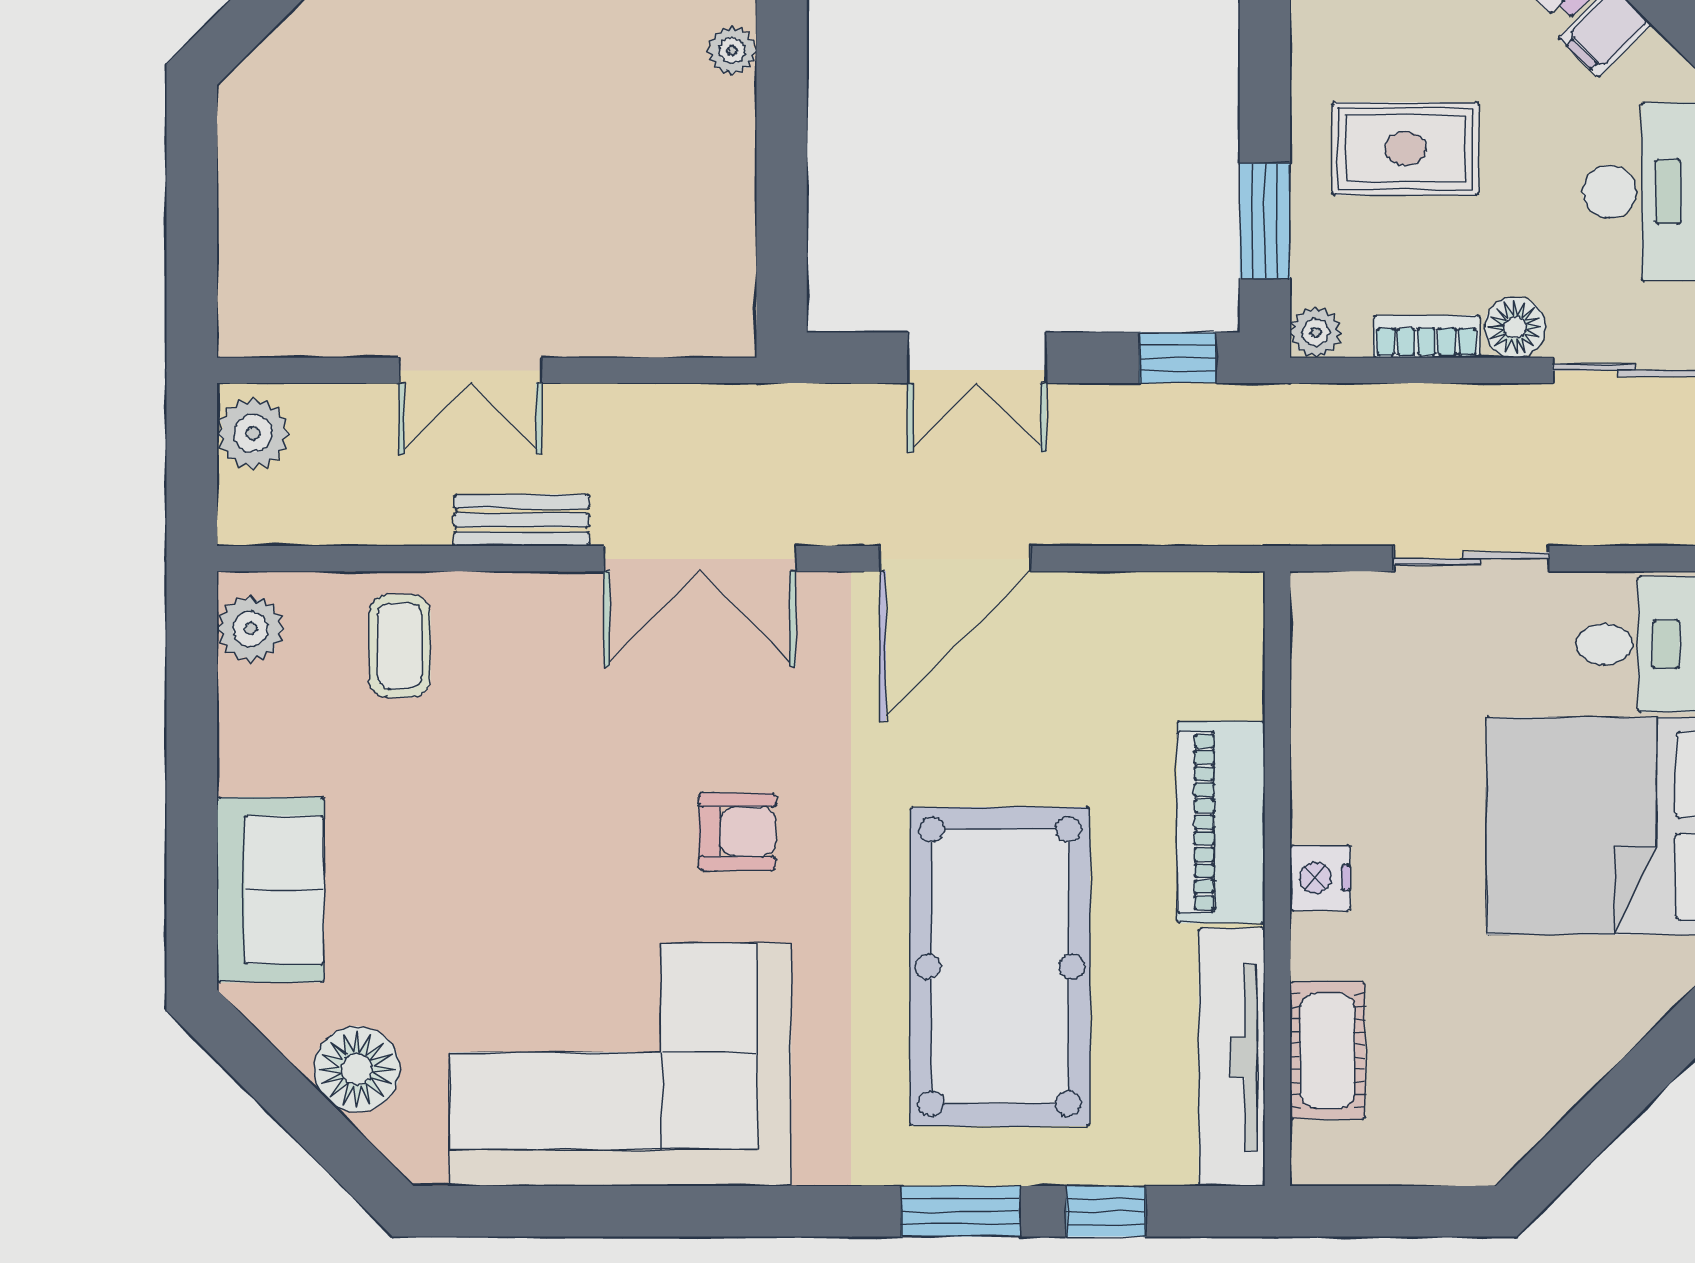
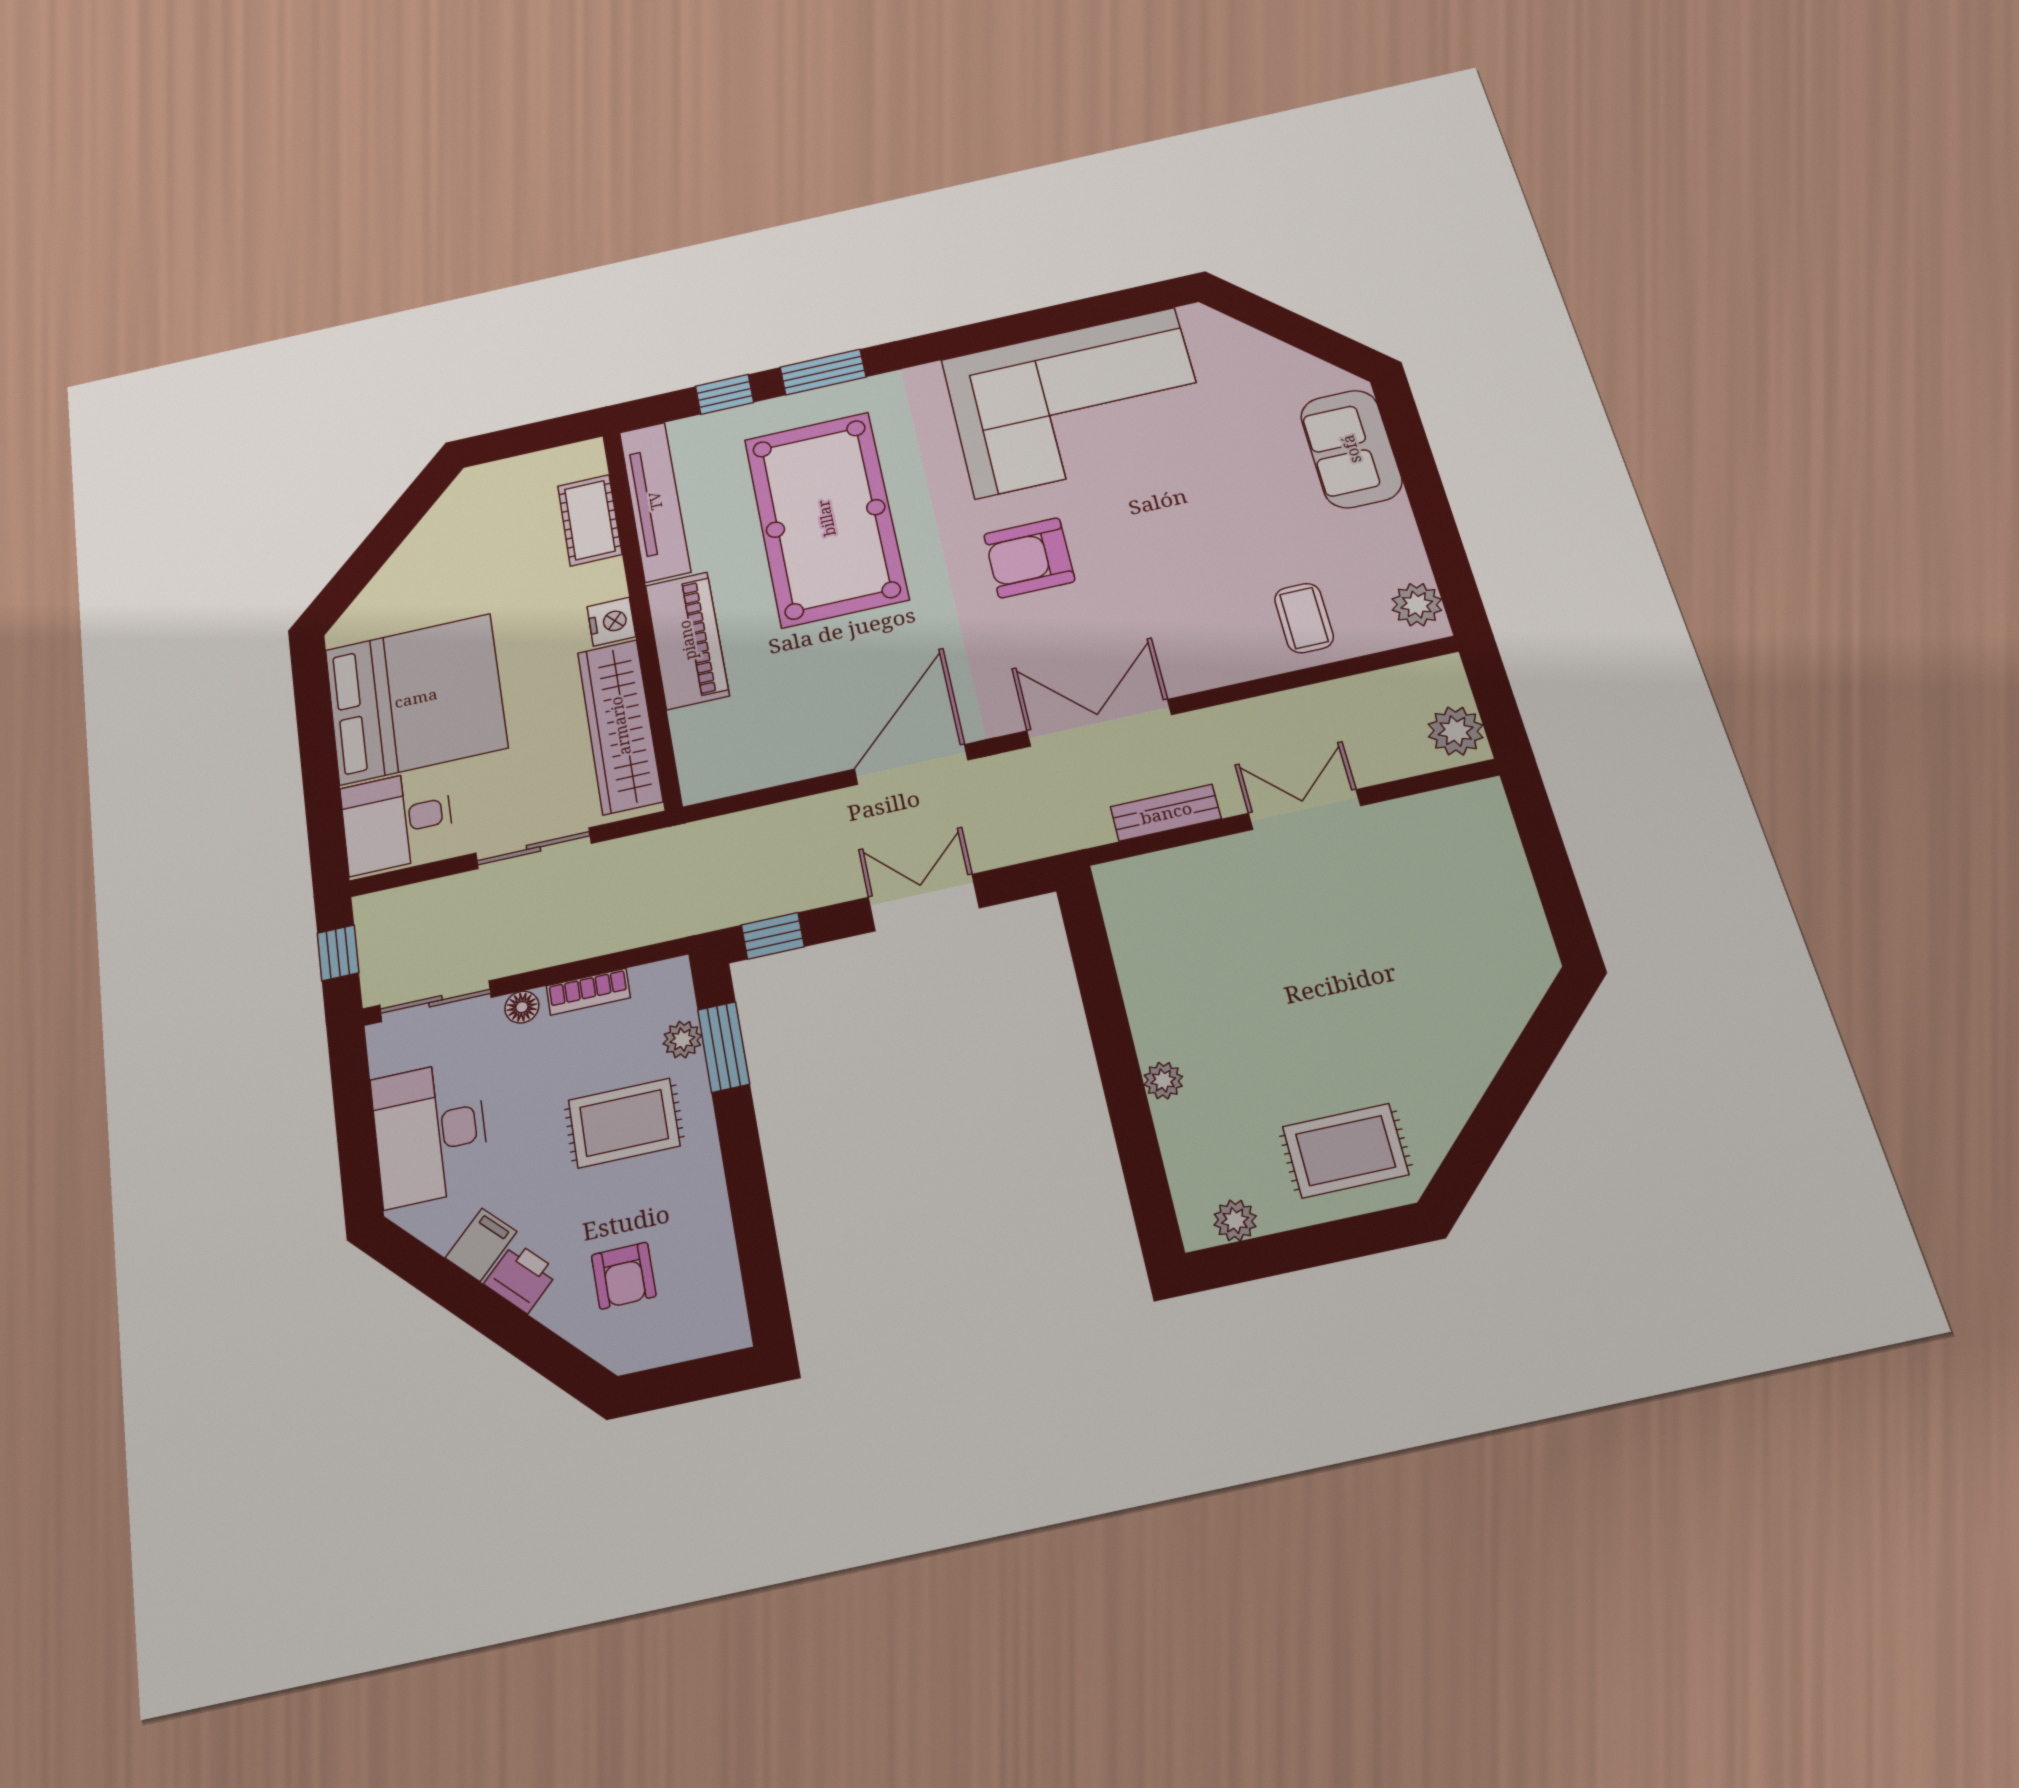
floor lamp: (1515, 327) -> (522, 1007), width x0.73, depth x0.73
plant: (1316, 332) -> (682, 1040), moved
bench: (522, 520) -> (1166, 813), moved
wardrobe: (1331, 712) -> (620, 726), added
armchair: (737, 832) -> (1029, 558), width x1.38, depth x1.38
floor lamp: (357, 1069) -> (1258, 359), removed

